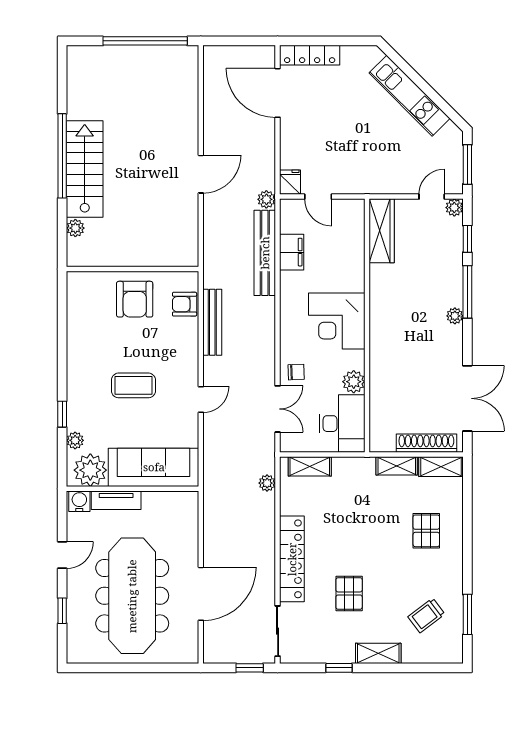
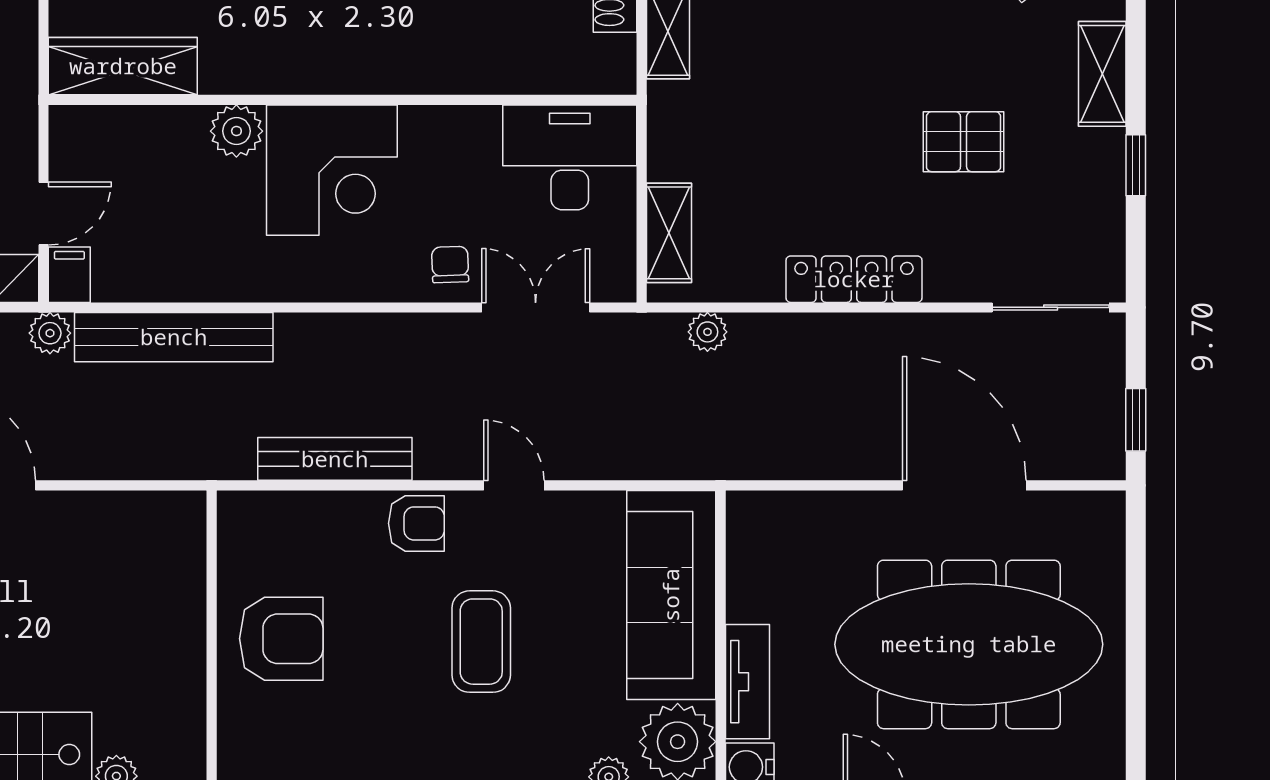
filing cabinet: (292, 252) -> (69, 275), moved, width x0.50
armchair: (185, 304) -> (416, 523), moved, turned -90
plant: (354, 382) -> (236, 131), moved
locker: (292, 559) -> (854, 279), width x0.71, depth x0.83
window: (250, 668) -> (1136, 420), moved

